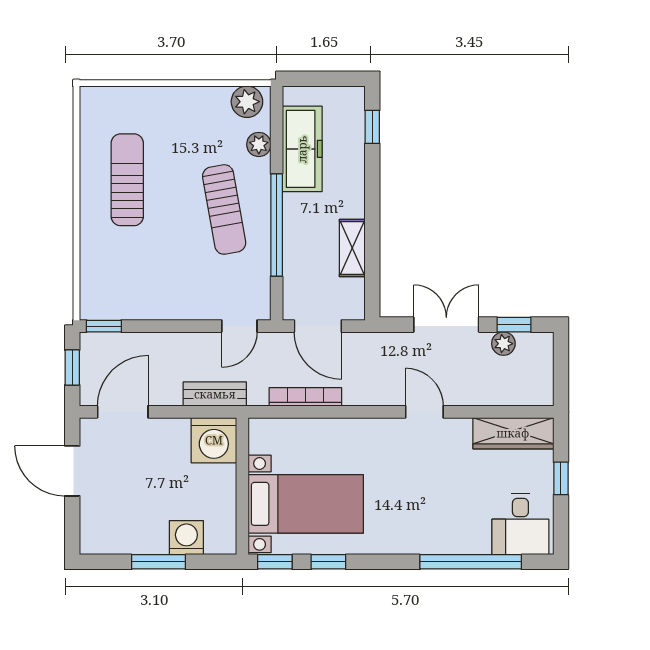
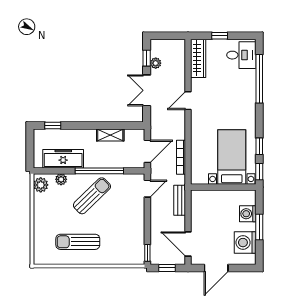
sun lounger: (224, 209) -> (92, 196), turned -34
door: (239, 326) -> (147, 189), hinge flipped
washing machine: (214, 440) -> (245, 243), moved, turned 180

